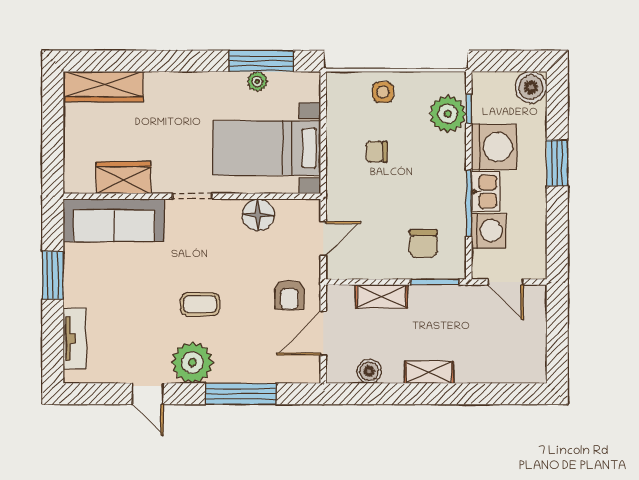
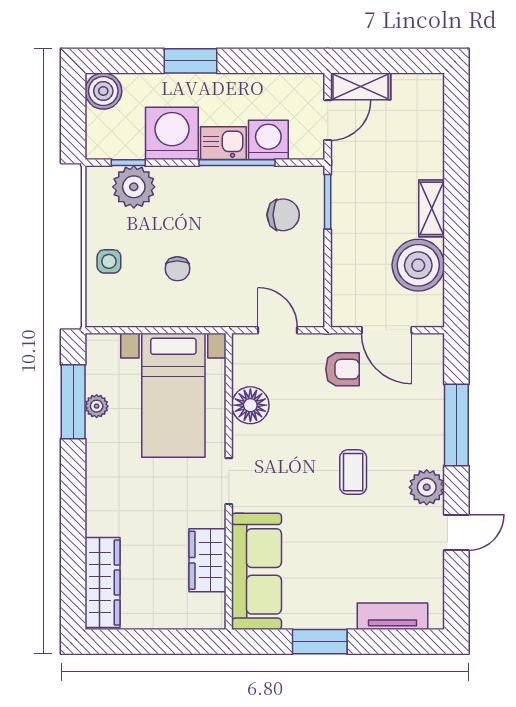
shelving: (381, 296) -> (361, 86), moved, turned 90
plant: (192, 363) -> (427, 487), width x0.73, depth x0.73
boiler: (369, 371) -> (418, 265), width x1.86, depth x1.86

